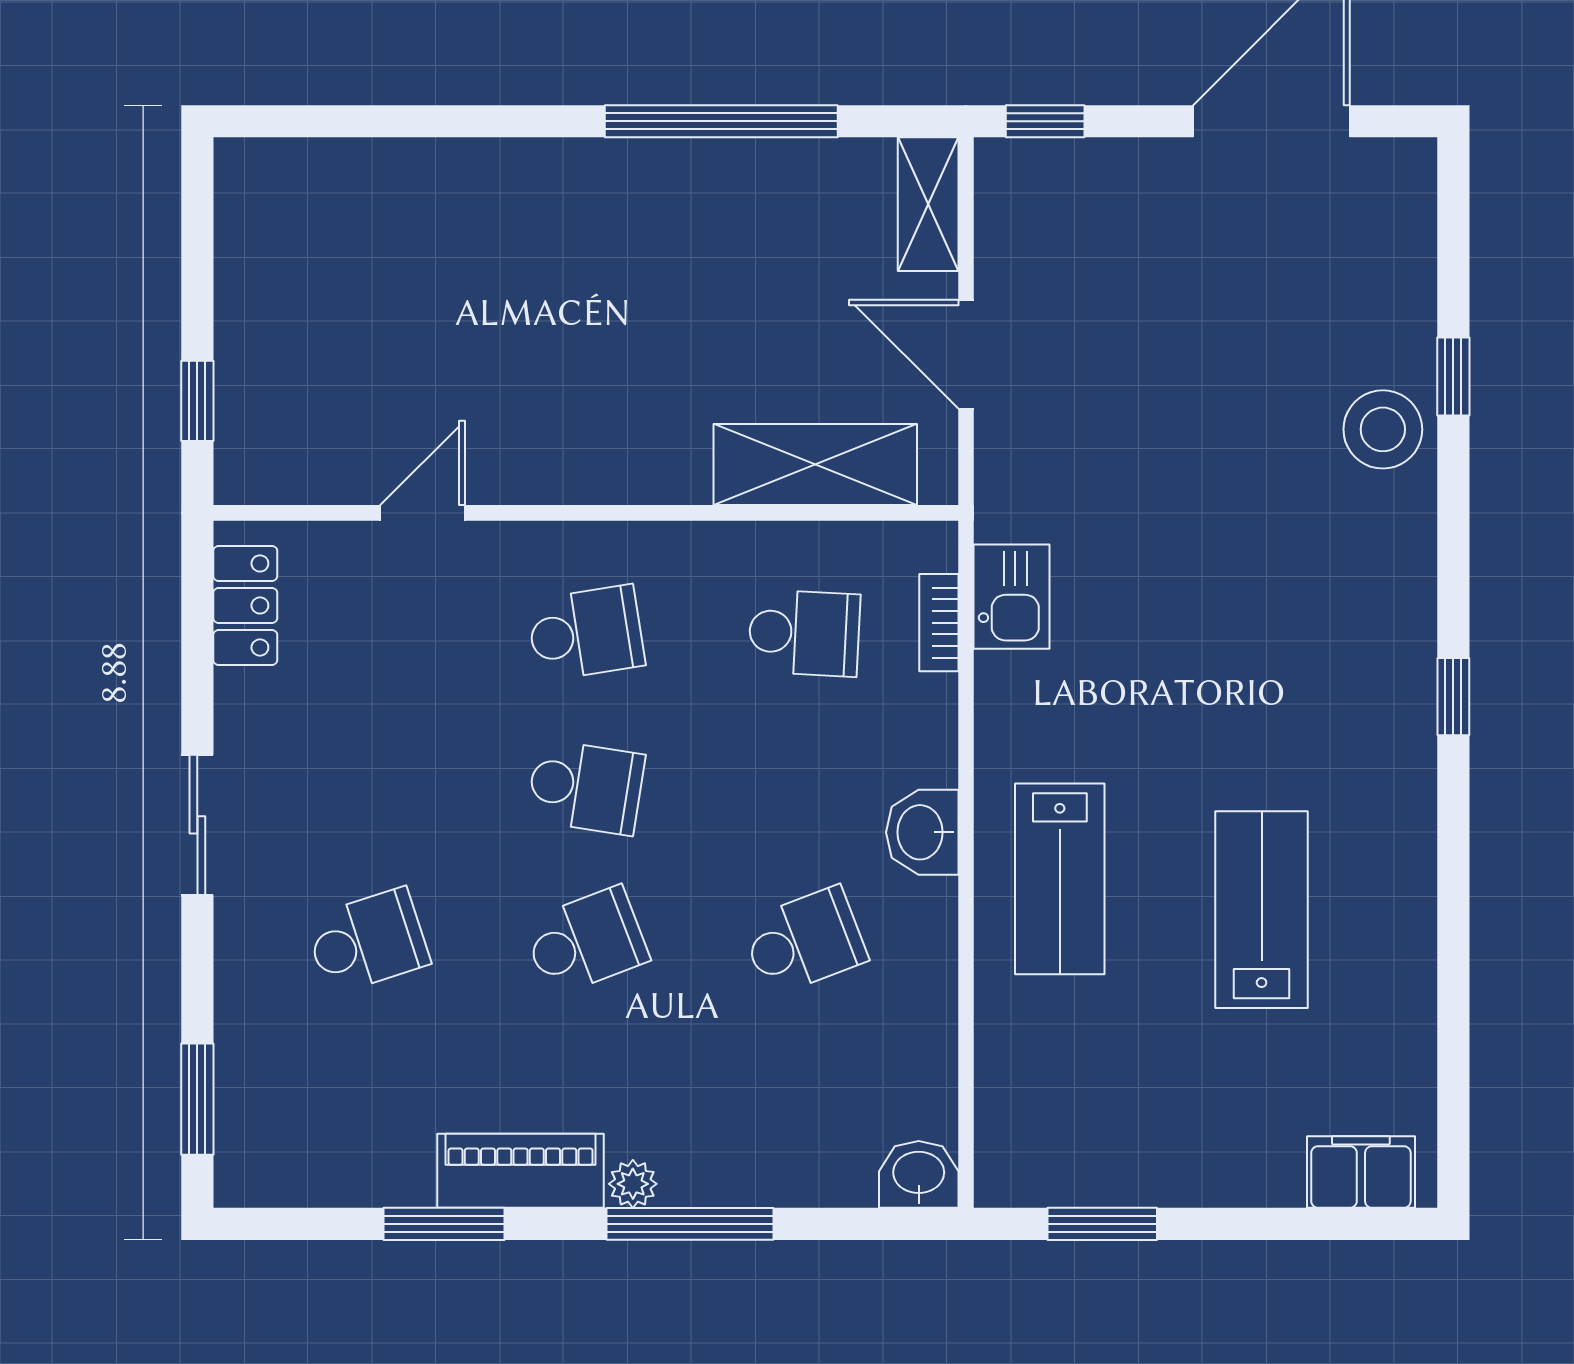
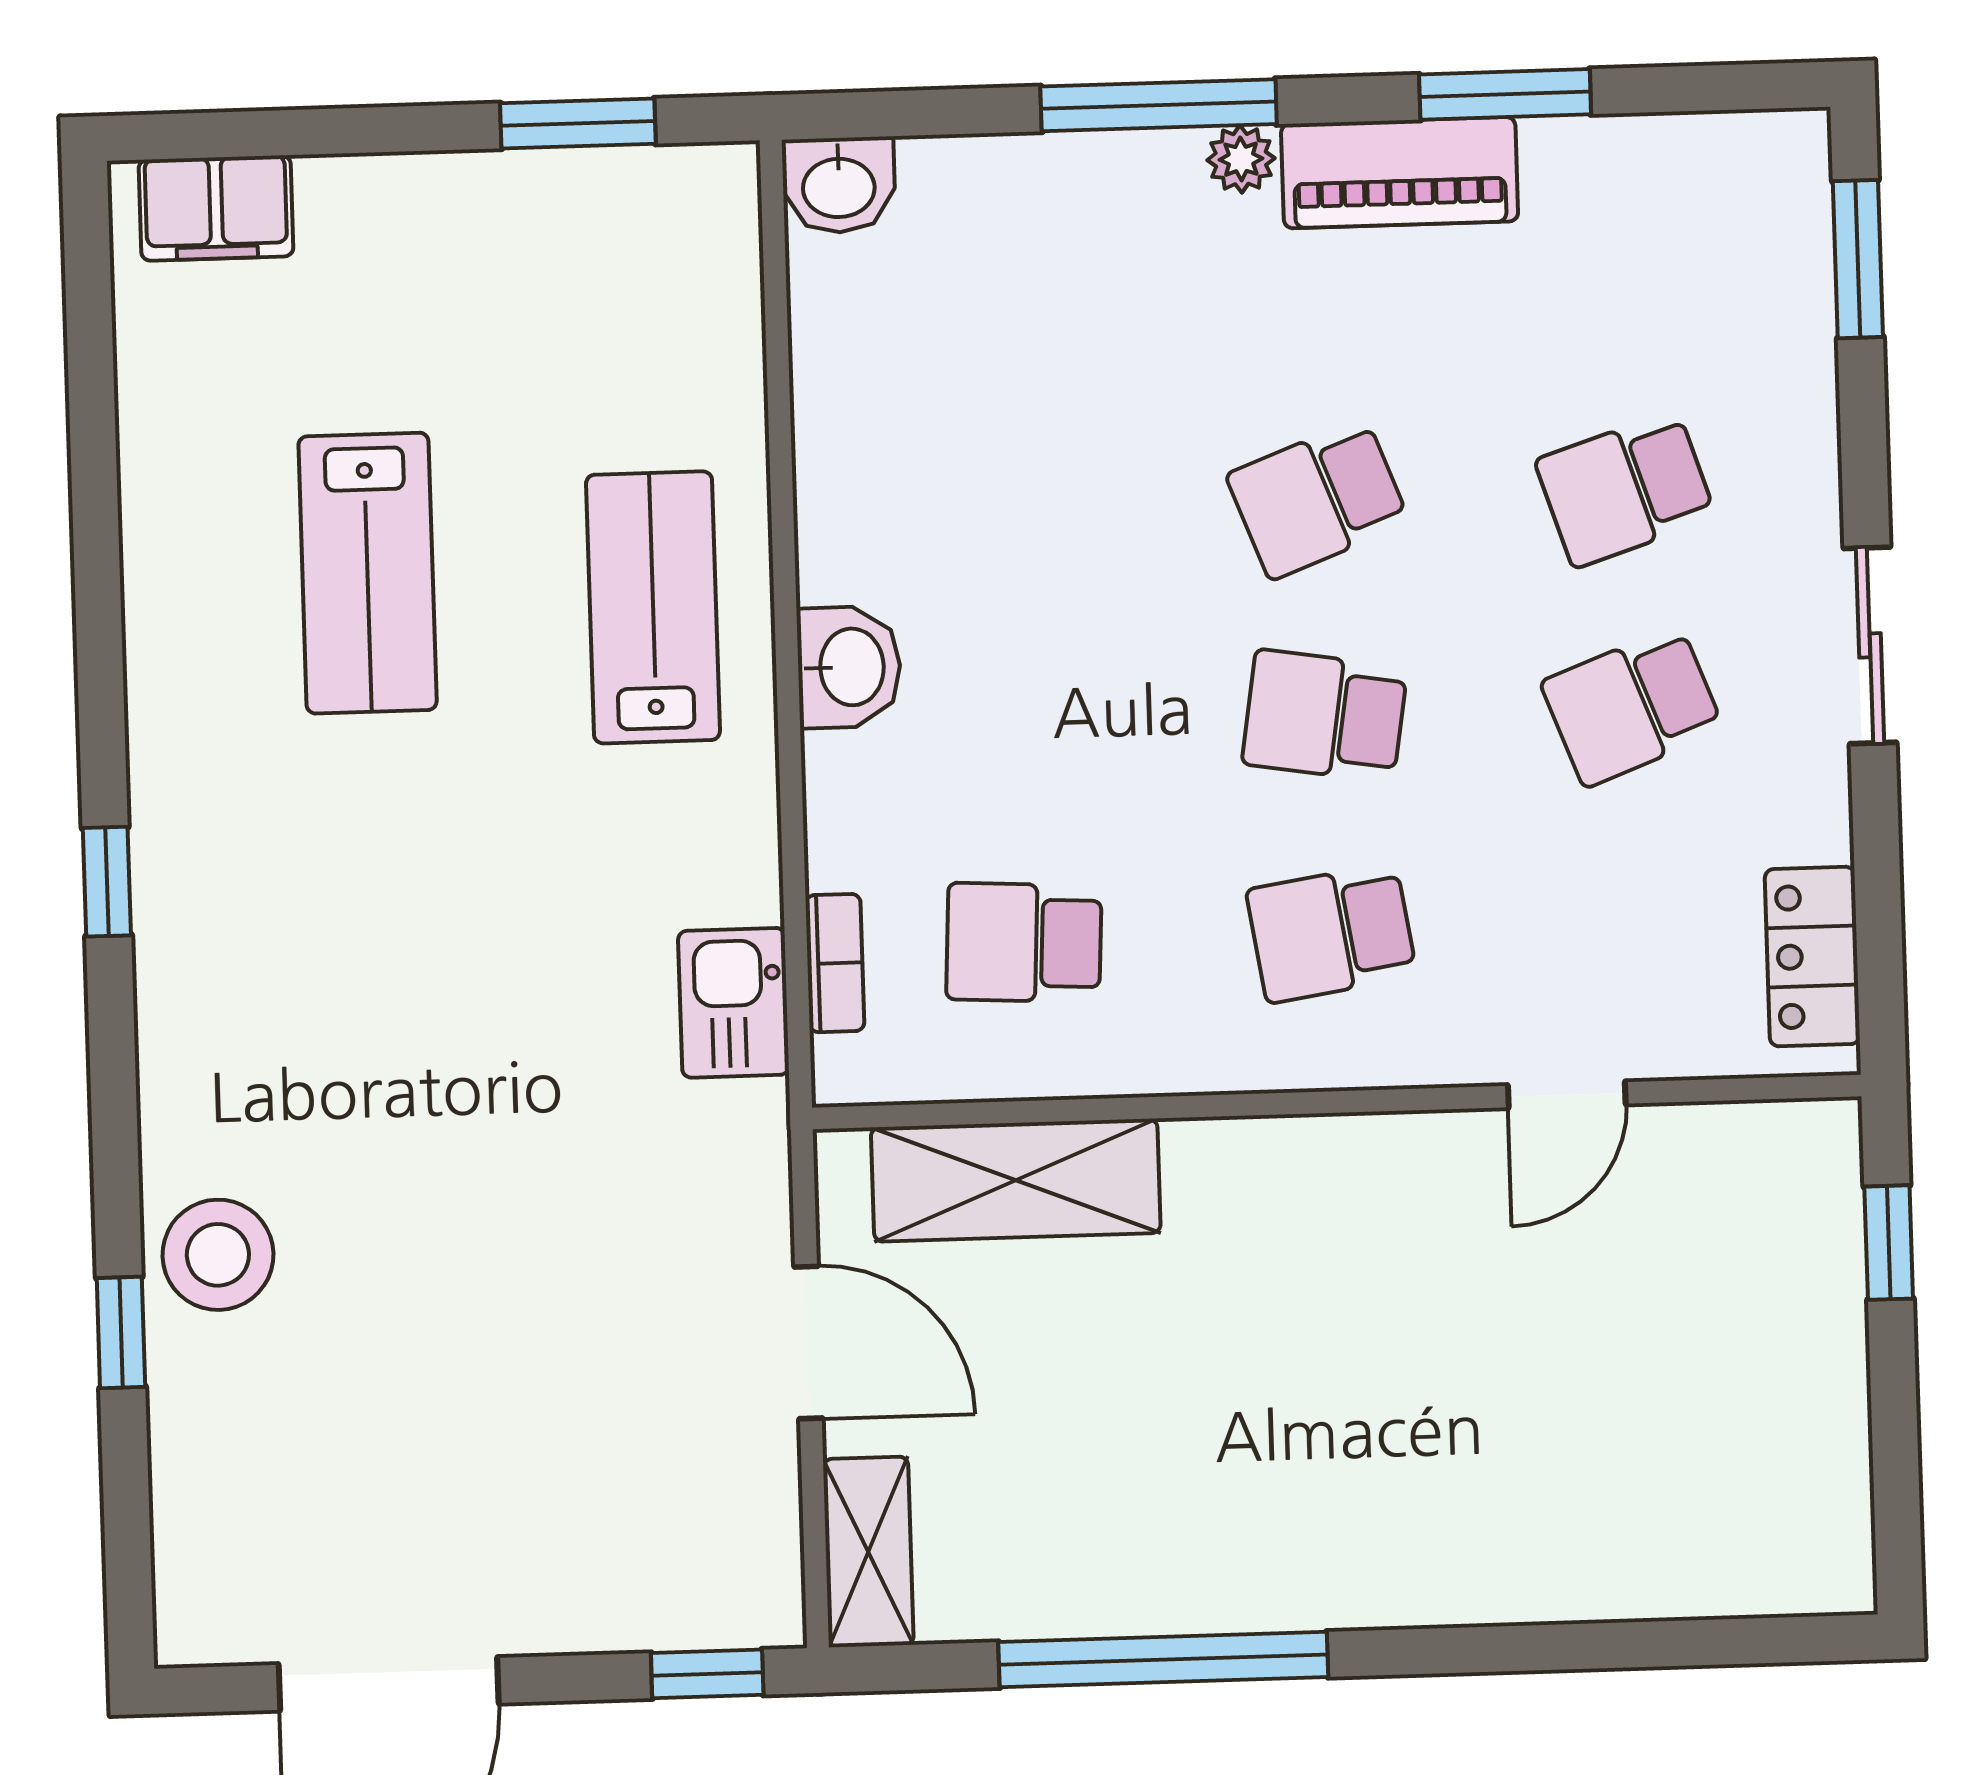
school desk: (804, 941) -> (1632, 706), moved

